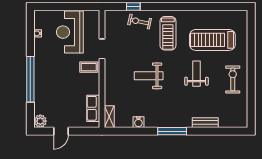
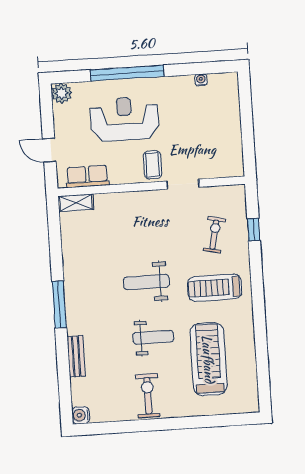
exercise bike: (140, 22) -> (214, 235), moved
reception desk: (70, 32) -> (125, 119), moved
weight bench: (149, 76) -> (146, 282), moved, turned -90
exercise bike: (233, 79) -> (148, 396), turned -90
water cooler: (138, 122) -> (81, 415), moved
door: (61, 131) -> (49, 150), moved

